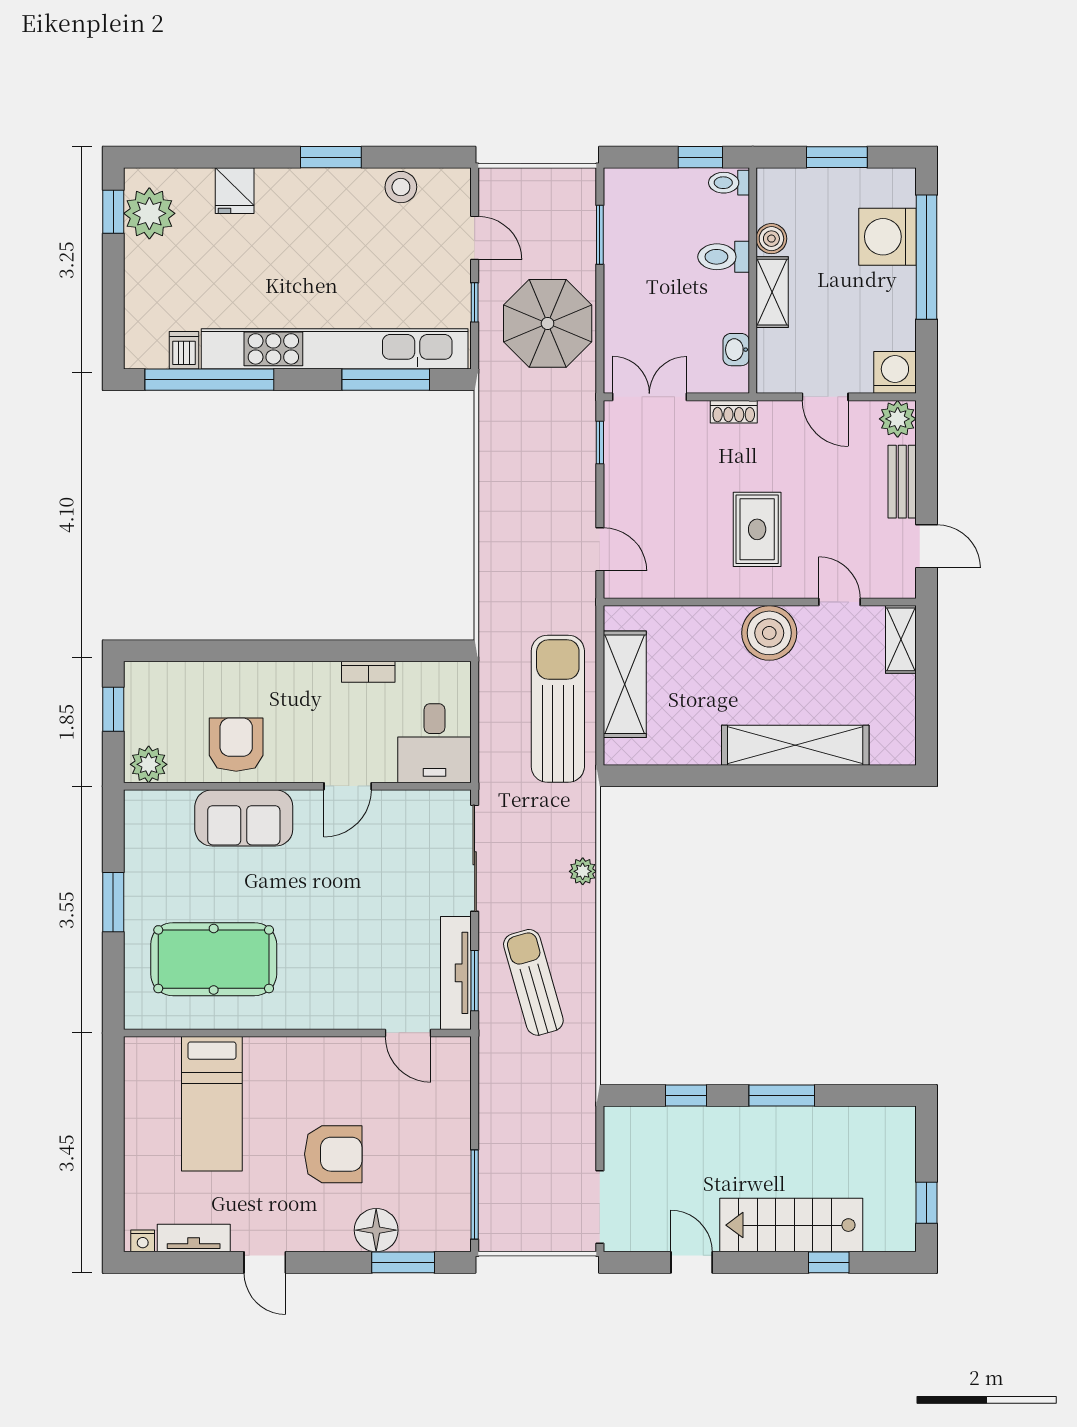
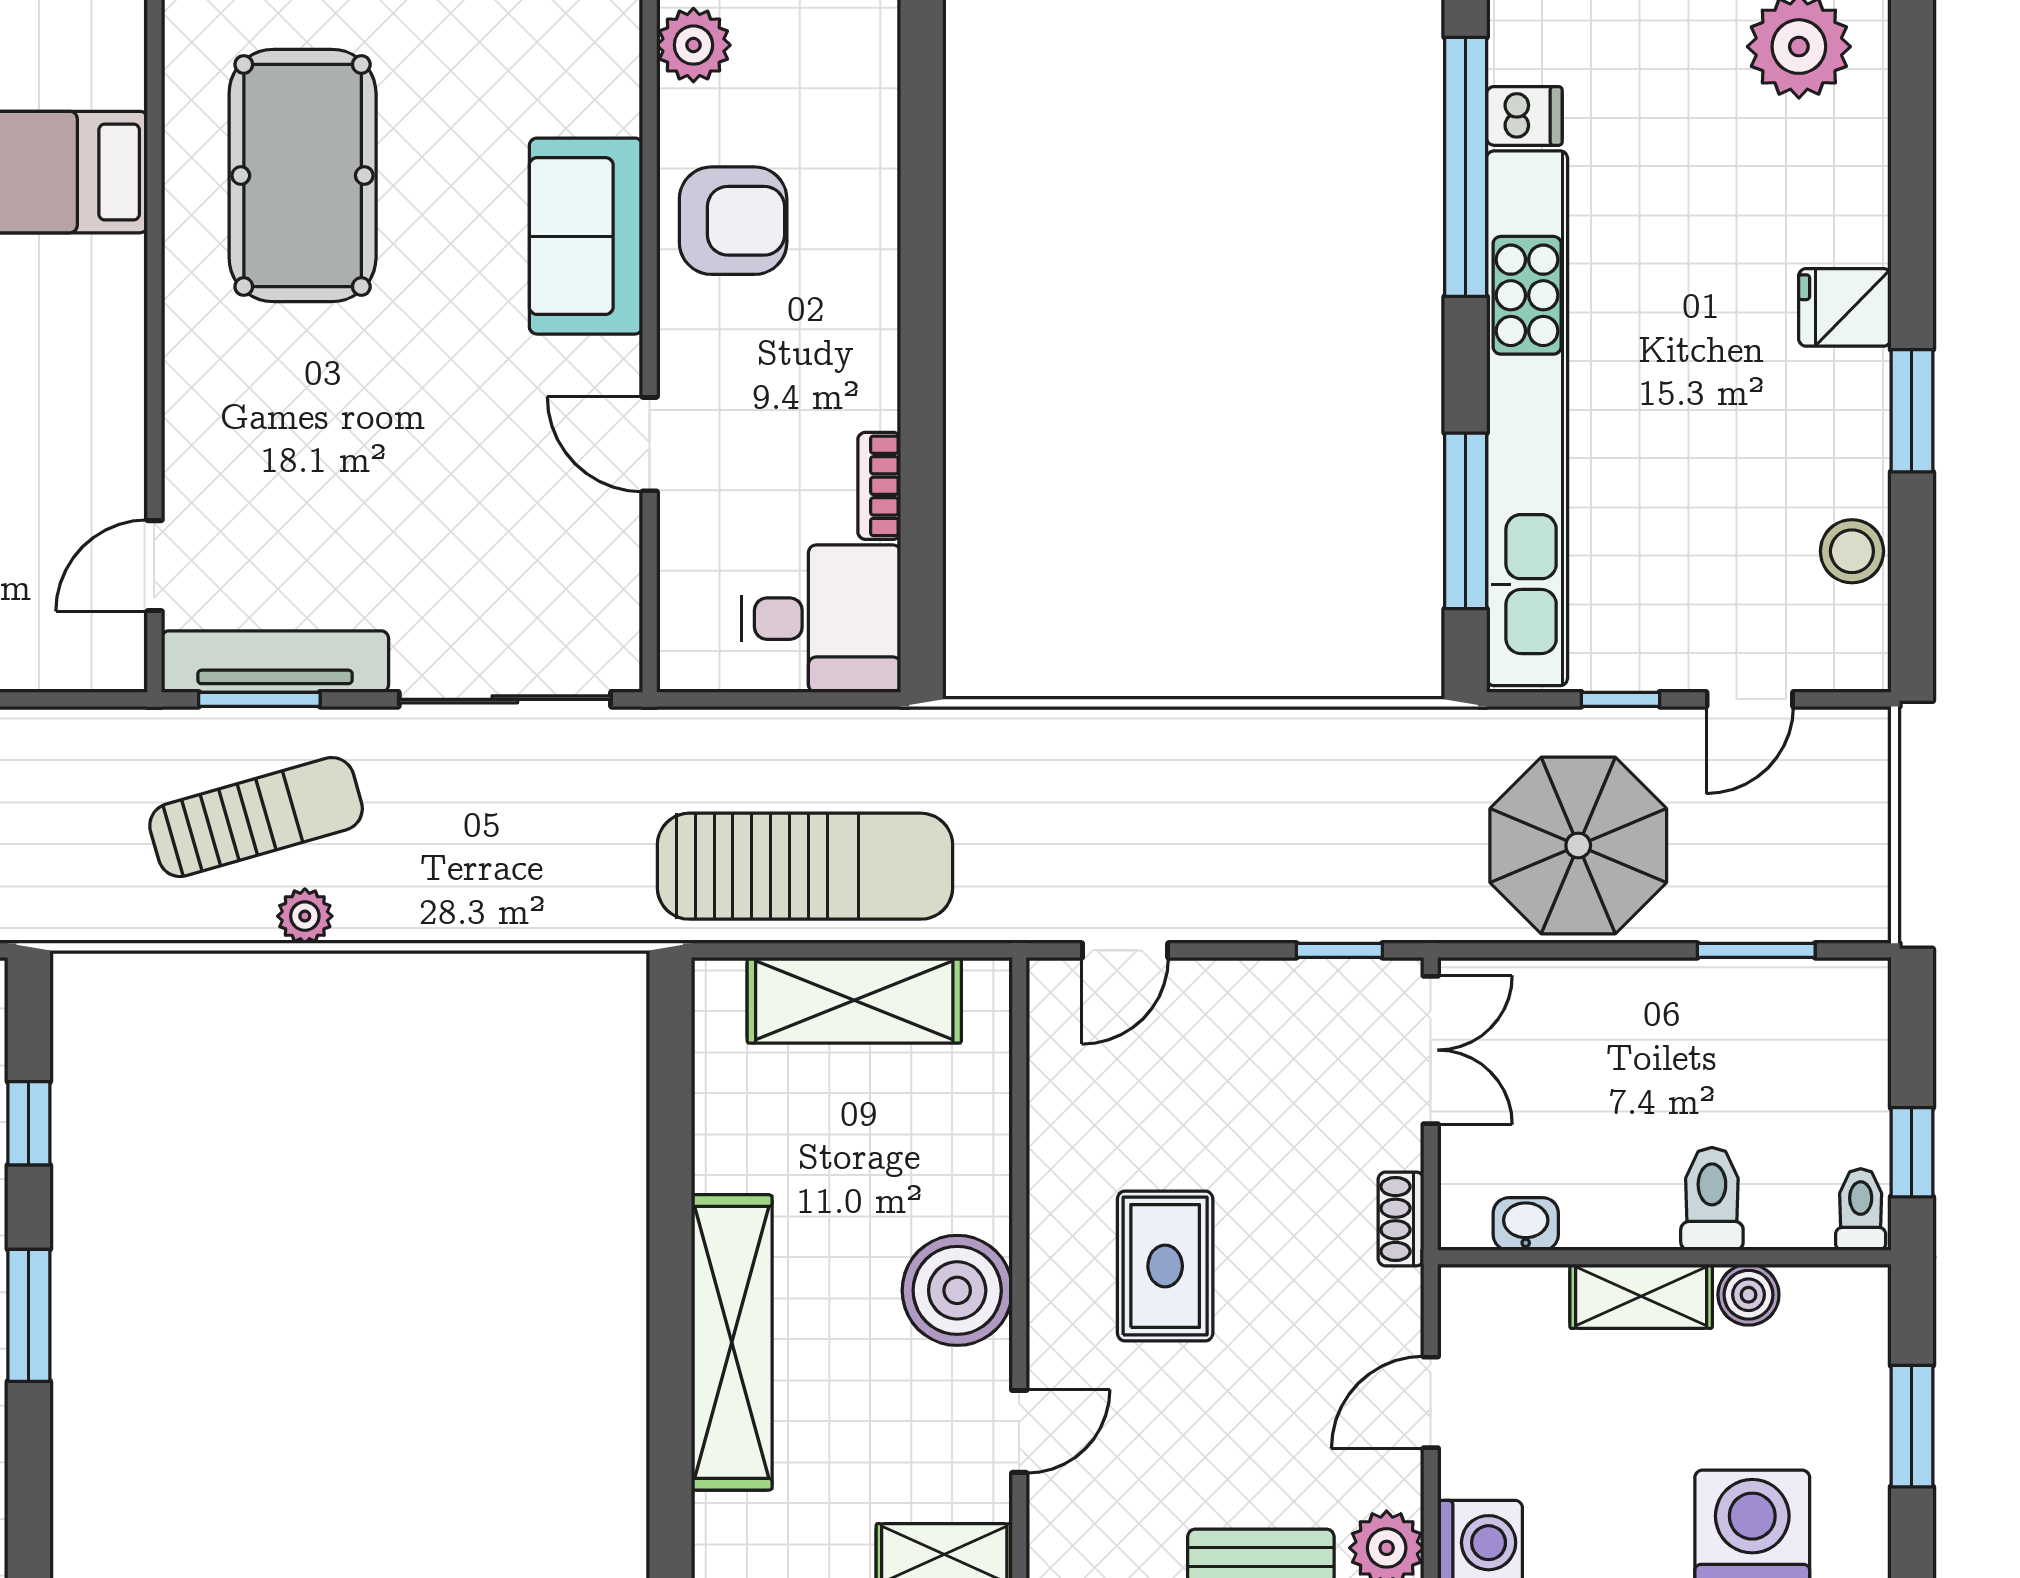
fridge: (235, 191) -> (1845, 307), moved
rug: (757, 529) -> (1165, 1266), turned 90
desk: (434, 743) -> (821, 619), moved, turned 180
plant: (583, 871) -> (305, 916), moved

